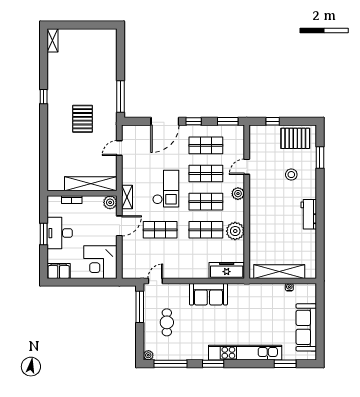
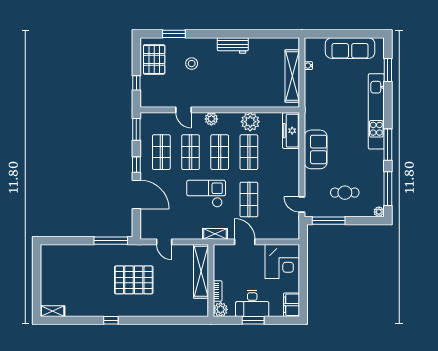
pallet: (83, 119) -> (134, 280), width x1.37, depth x1.41
plant: (110, 202) -> (221, 309), moved
window: (213, 364) -> (388, 145), width x1.44

